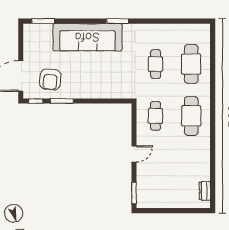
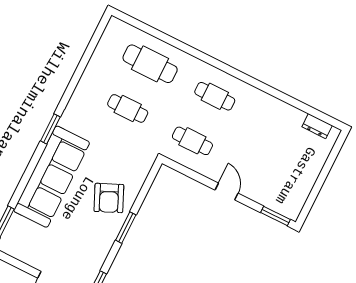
armchair: (50, 79) -> (109, 198), moved, turned 61
window: (62, 101) -> (126, 228), moved
cafe table: (191, 116) -> (215, 96), width x0.73, depth x0.74

